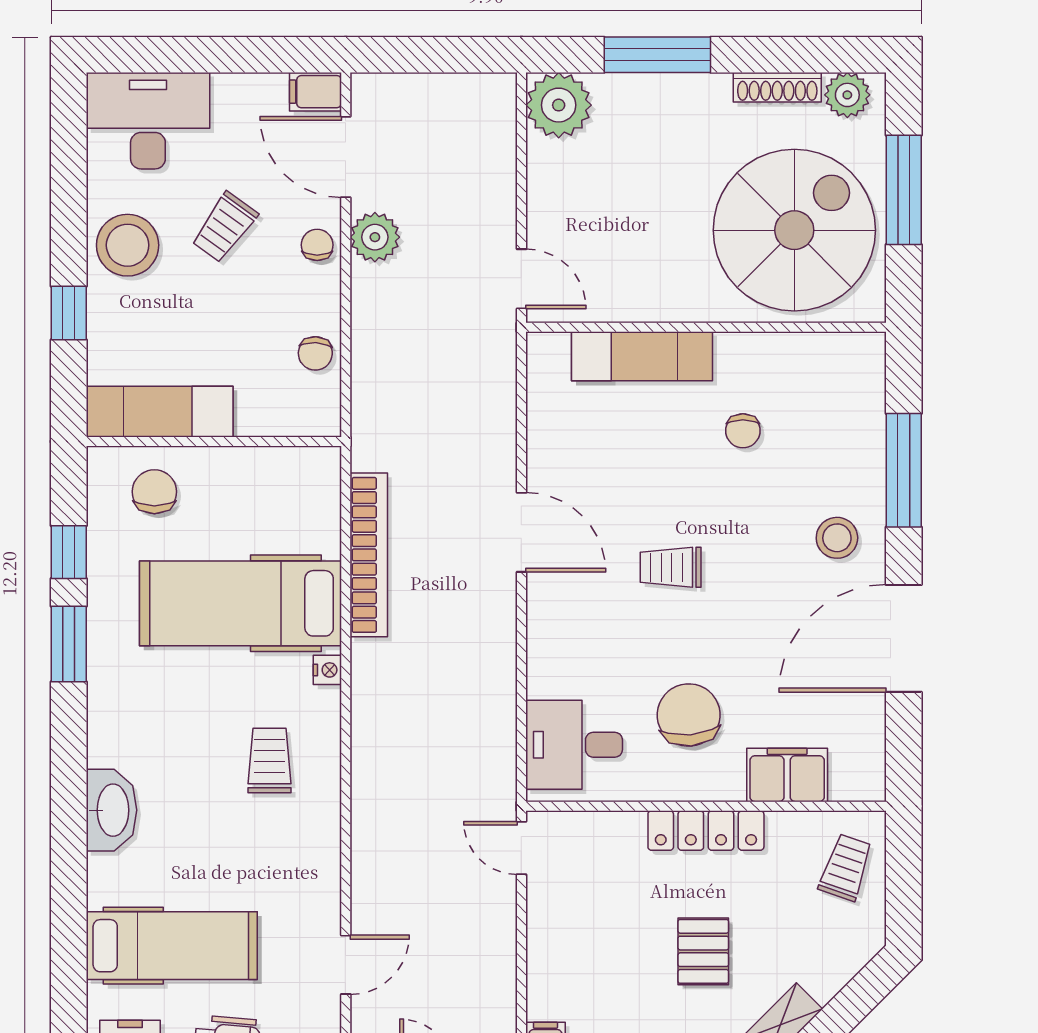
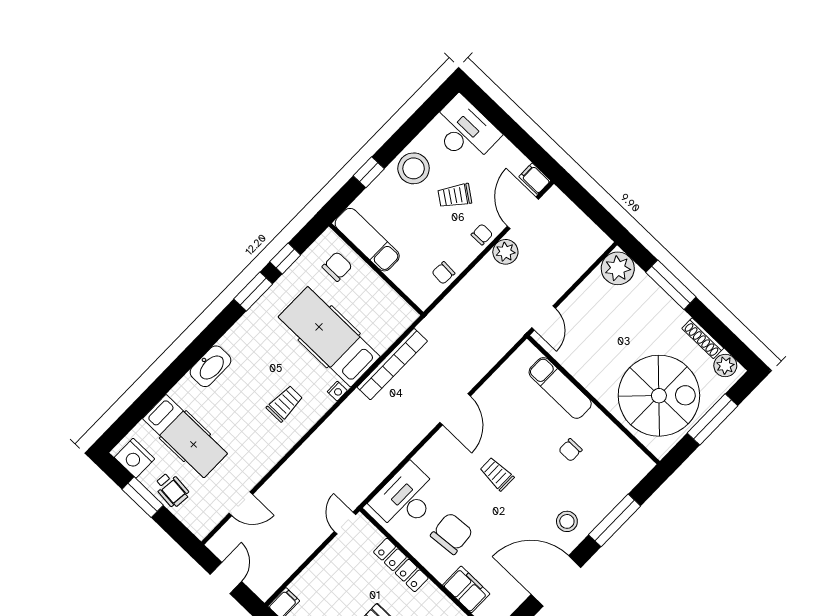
desk: (574, 745) -> (406, 498), width x1.37
locker: (706, 831) -> (401, 565), moved

